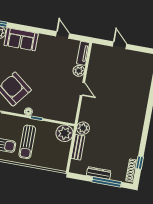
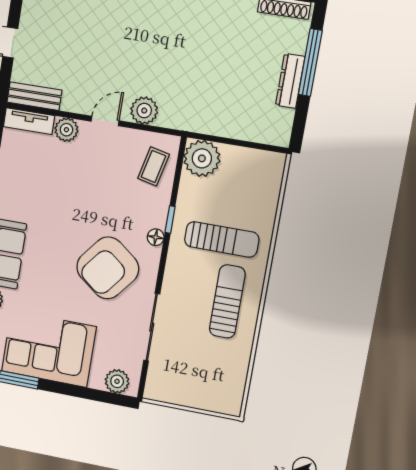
coffee table: (61, 111) -> (154, 166), added
plant: (83, 128) -> (144, 111), moved
bench: (78, 147) -> (34, 96), moved

